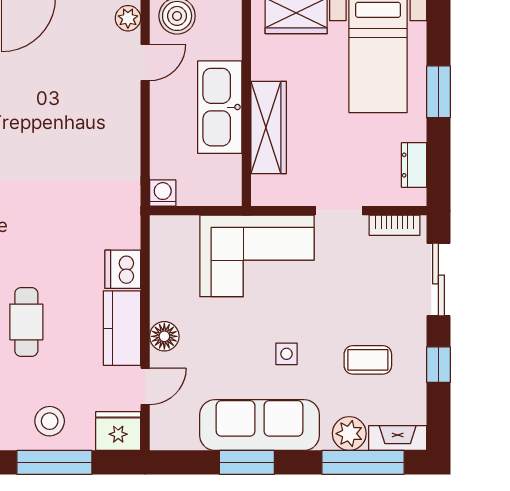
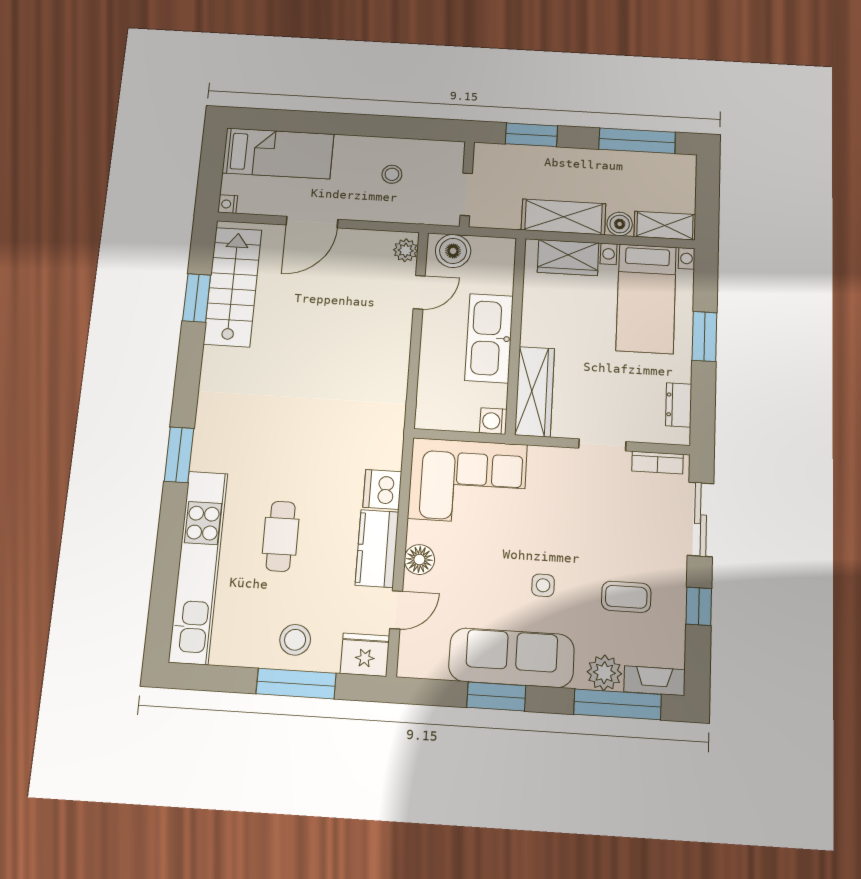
wardrobe: (269, 128) -> (535, 392), moved
washing machine: (163, 193) -> (493, 421), moved, turned -90
corner sofa: (257, 256) -> (468, 481), moved

